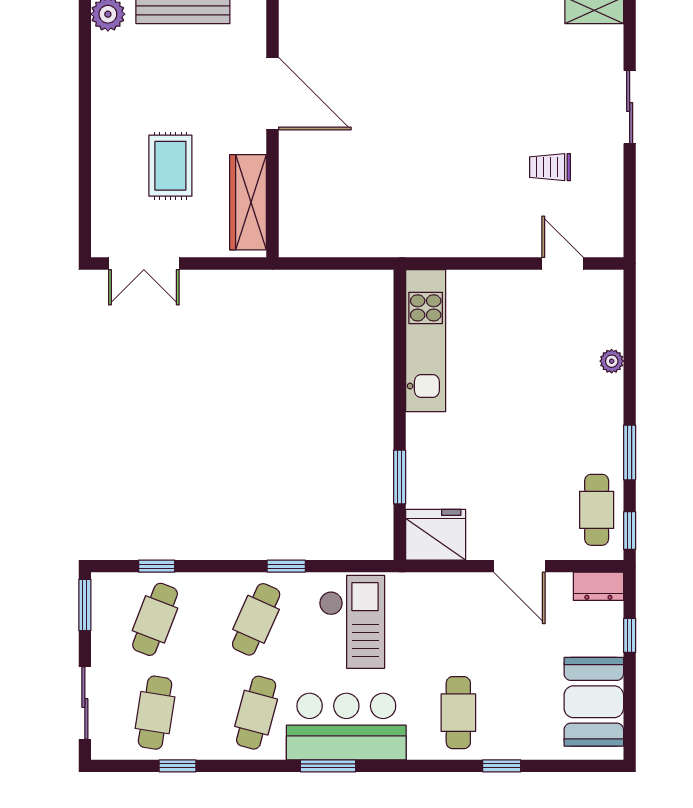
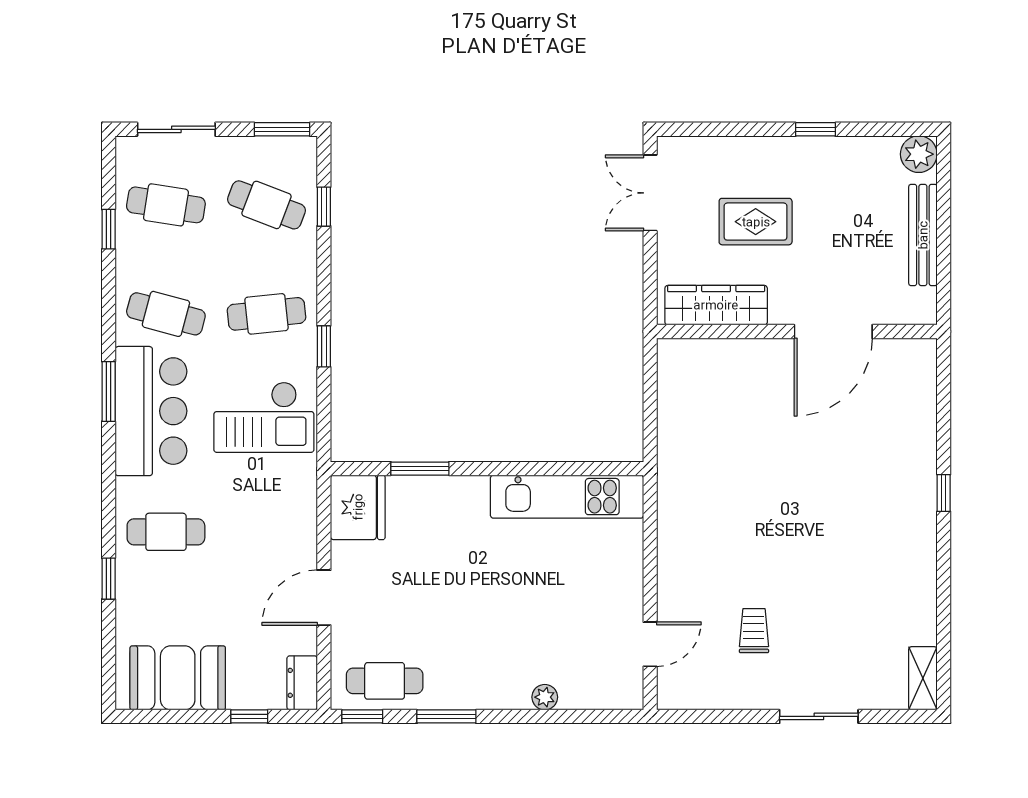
window: (85, 110) -> (816, 129), added
cafe table: (256, 619) -> (267, 314), turned -30

